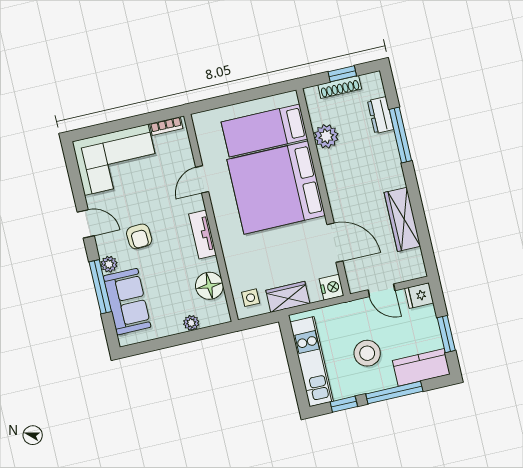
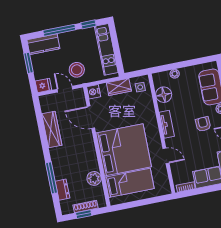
door: (202, 179) -> (166, 156), hinge flipped
stool: (367, 353) -> (77, 70), moved

